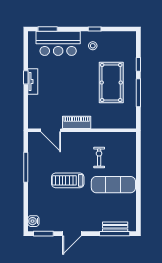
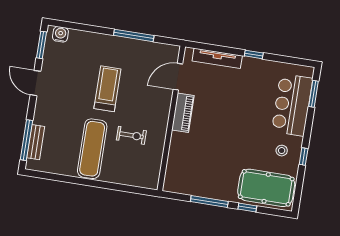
tv unit: (33, 81) -> (217, 58), moved, width x1.41
pool table: (111, 83) -> (266, 188), moved

